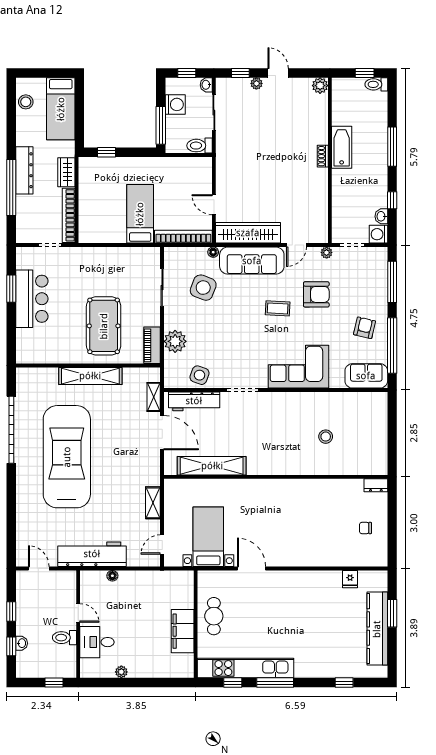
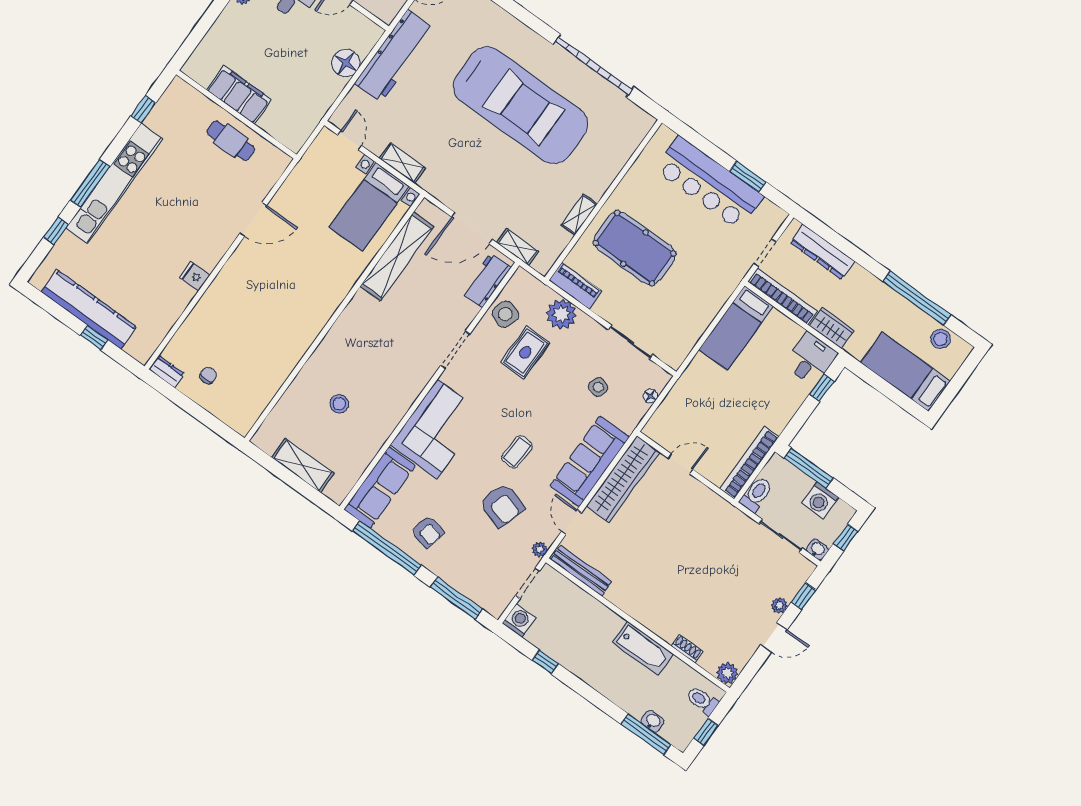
toilet: (376, 84) -> (702, 701), moved, turned -90
window: (392, 147) -> (646, 734), moved
shoe rack: (323, 156) -> (687, 649), moved
dresser: (24, 170) -> (822, 252), moved
desk: (94, 172) -> (811, 359), added
window: (11, 188) -> (917, 298), moved
bed: (140, 214) -> (736, 328), moved, turned 90
washbasin: (381, 216) -> (653, 721), moved
bench: (321, 218) -> (581, 571), added
bookcase: (183, 237) -> (749, 463), moved, turned 180
floor lamp: (213, 252) -> (650, 396), moved
side table: (203, 288) -> (598, 387), width x0.54, depth x0.54
armchair: (316, 294) -> (502, 505), turned -73
bar counter: (32, 299) -> (709, 183), width x1.36
rug: (214, 347) -> (525, 352), added
shelving: (90, 376) -> (579, 215), width x0.45, depth x0.75
sofa: (366, 376) -> (380, 488), width x1.36
workbench: (194, 401) -> (486, 280), width x0.73
shelving: (379, 432) -> (303, 465), added
dresser: (376, 485) -> (167, 372), moved, turned 90
bed with nightstands: (208, 537) -> (369, 207), moved, turned 90
floor lamp: (112, 576) -> (346, 63), width x1.89, depth x1.89
fridge: (350, 579) -> (195, 276), moved
window: (392, 613) -> (94, 338), width x0.67
kitchen unit: (246, 668) -> (114, 183), moved
window: (275, 683) -> (90, 184), moved

